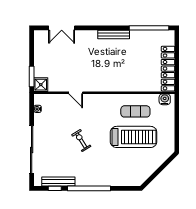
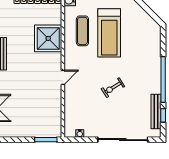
shower: (41, 85) -> (48, 38), moved, width x1.86, depth x1.86
door: (76, 93) -> (63, 77), moved
treadmill: (134, 137) -> (109, 33), turned 180

